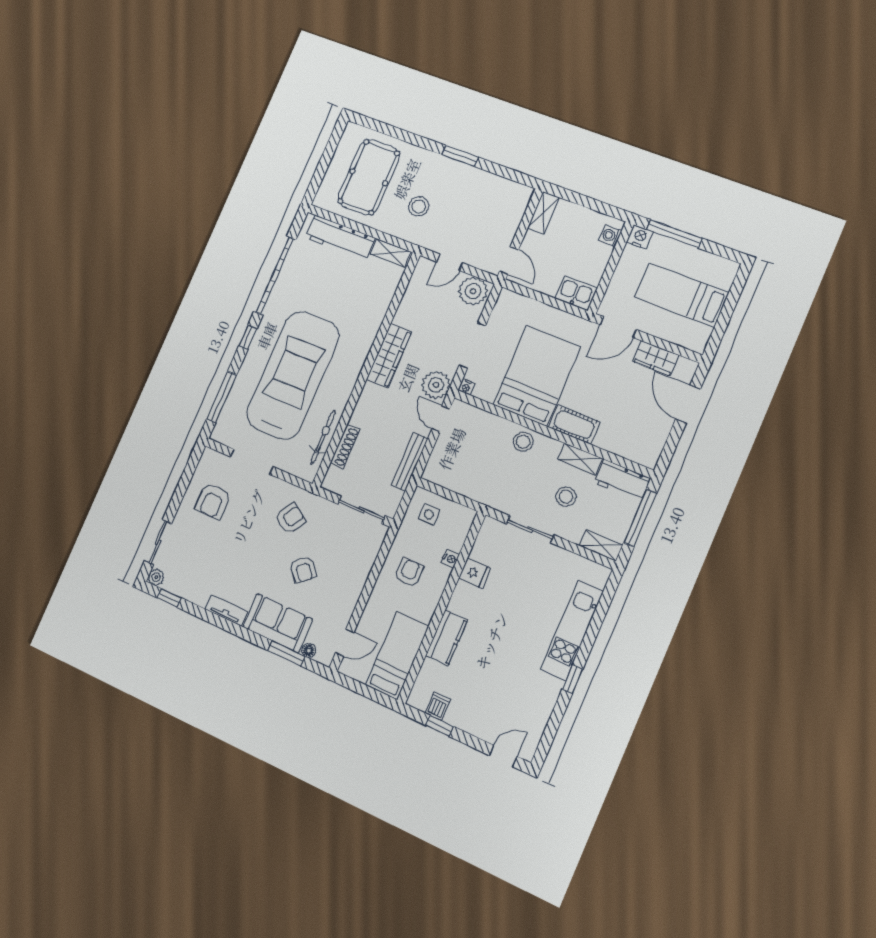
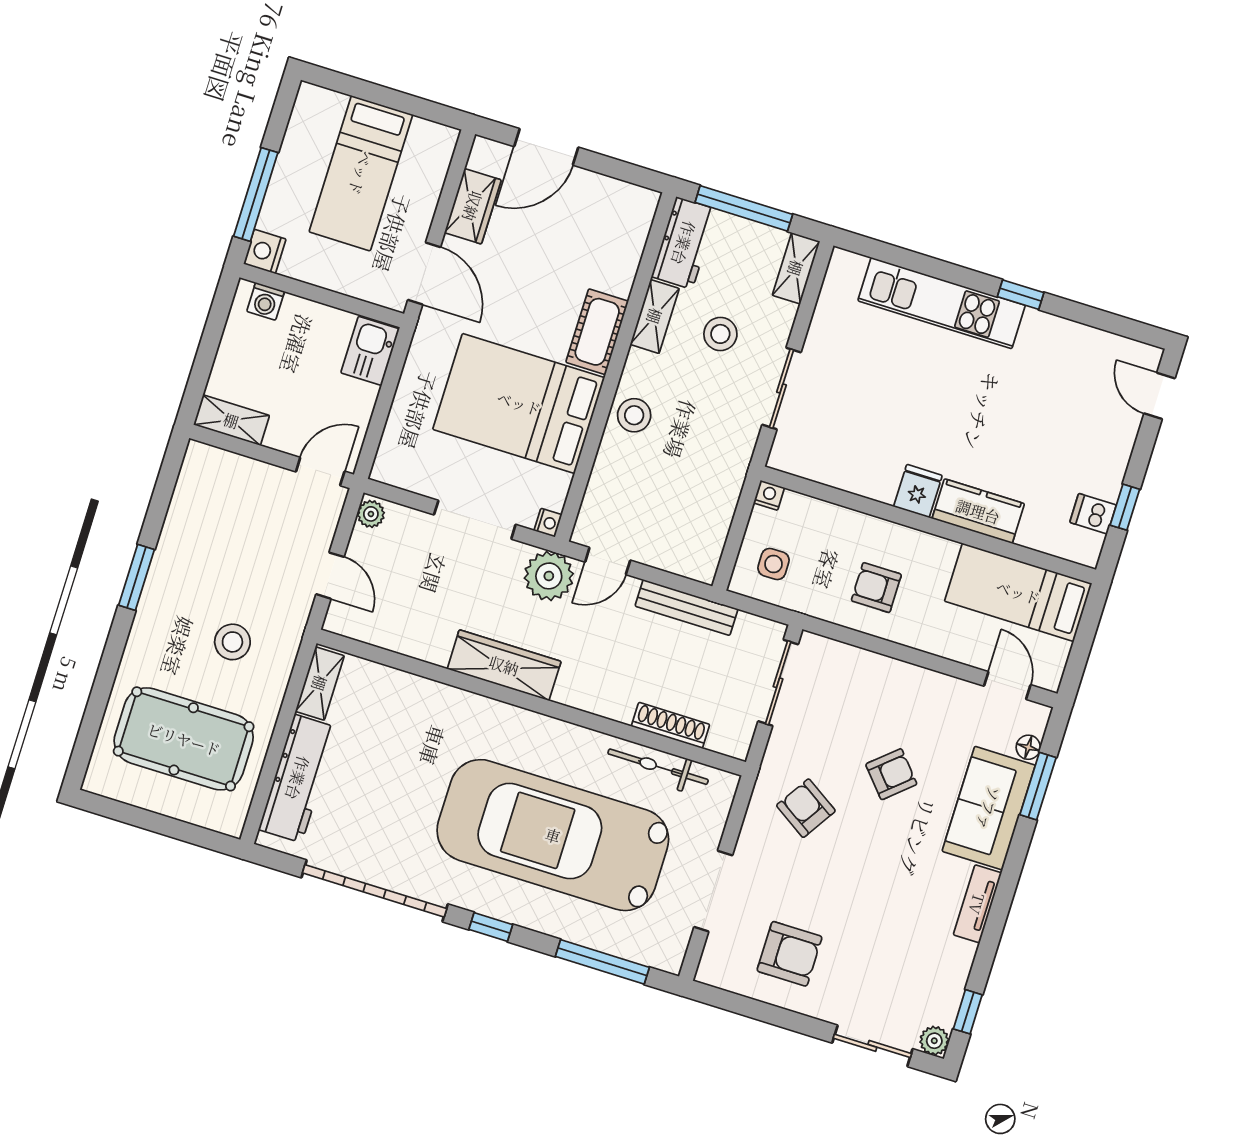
plant: (473, 291) -> (371, 514), width x0.53, depth x0.53
nightstand: (450, 559) -> (769, 495), moved
fridge: (475, 573) -> (918, 491), moved

